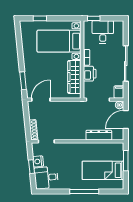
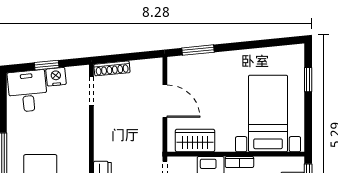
wardrobe: (74, 77) -> (195, 141), width x0.67
door: (41, 100) -> (165, 101), moved

